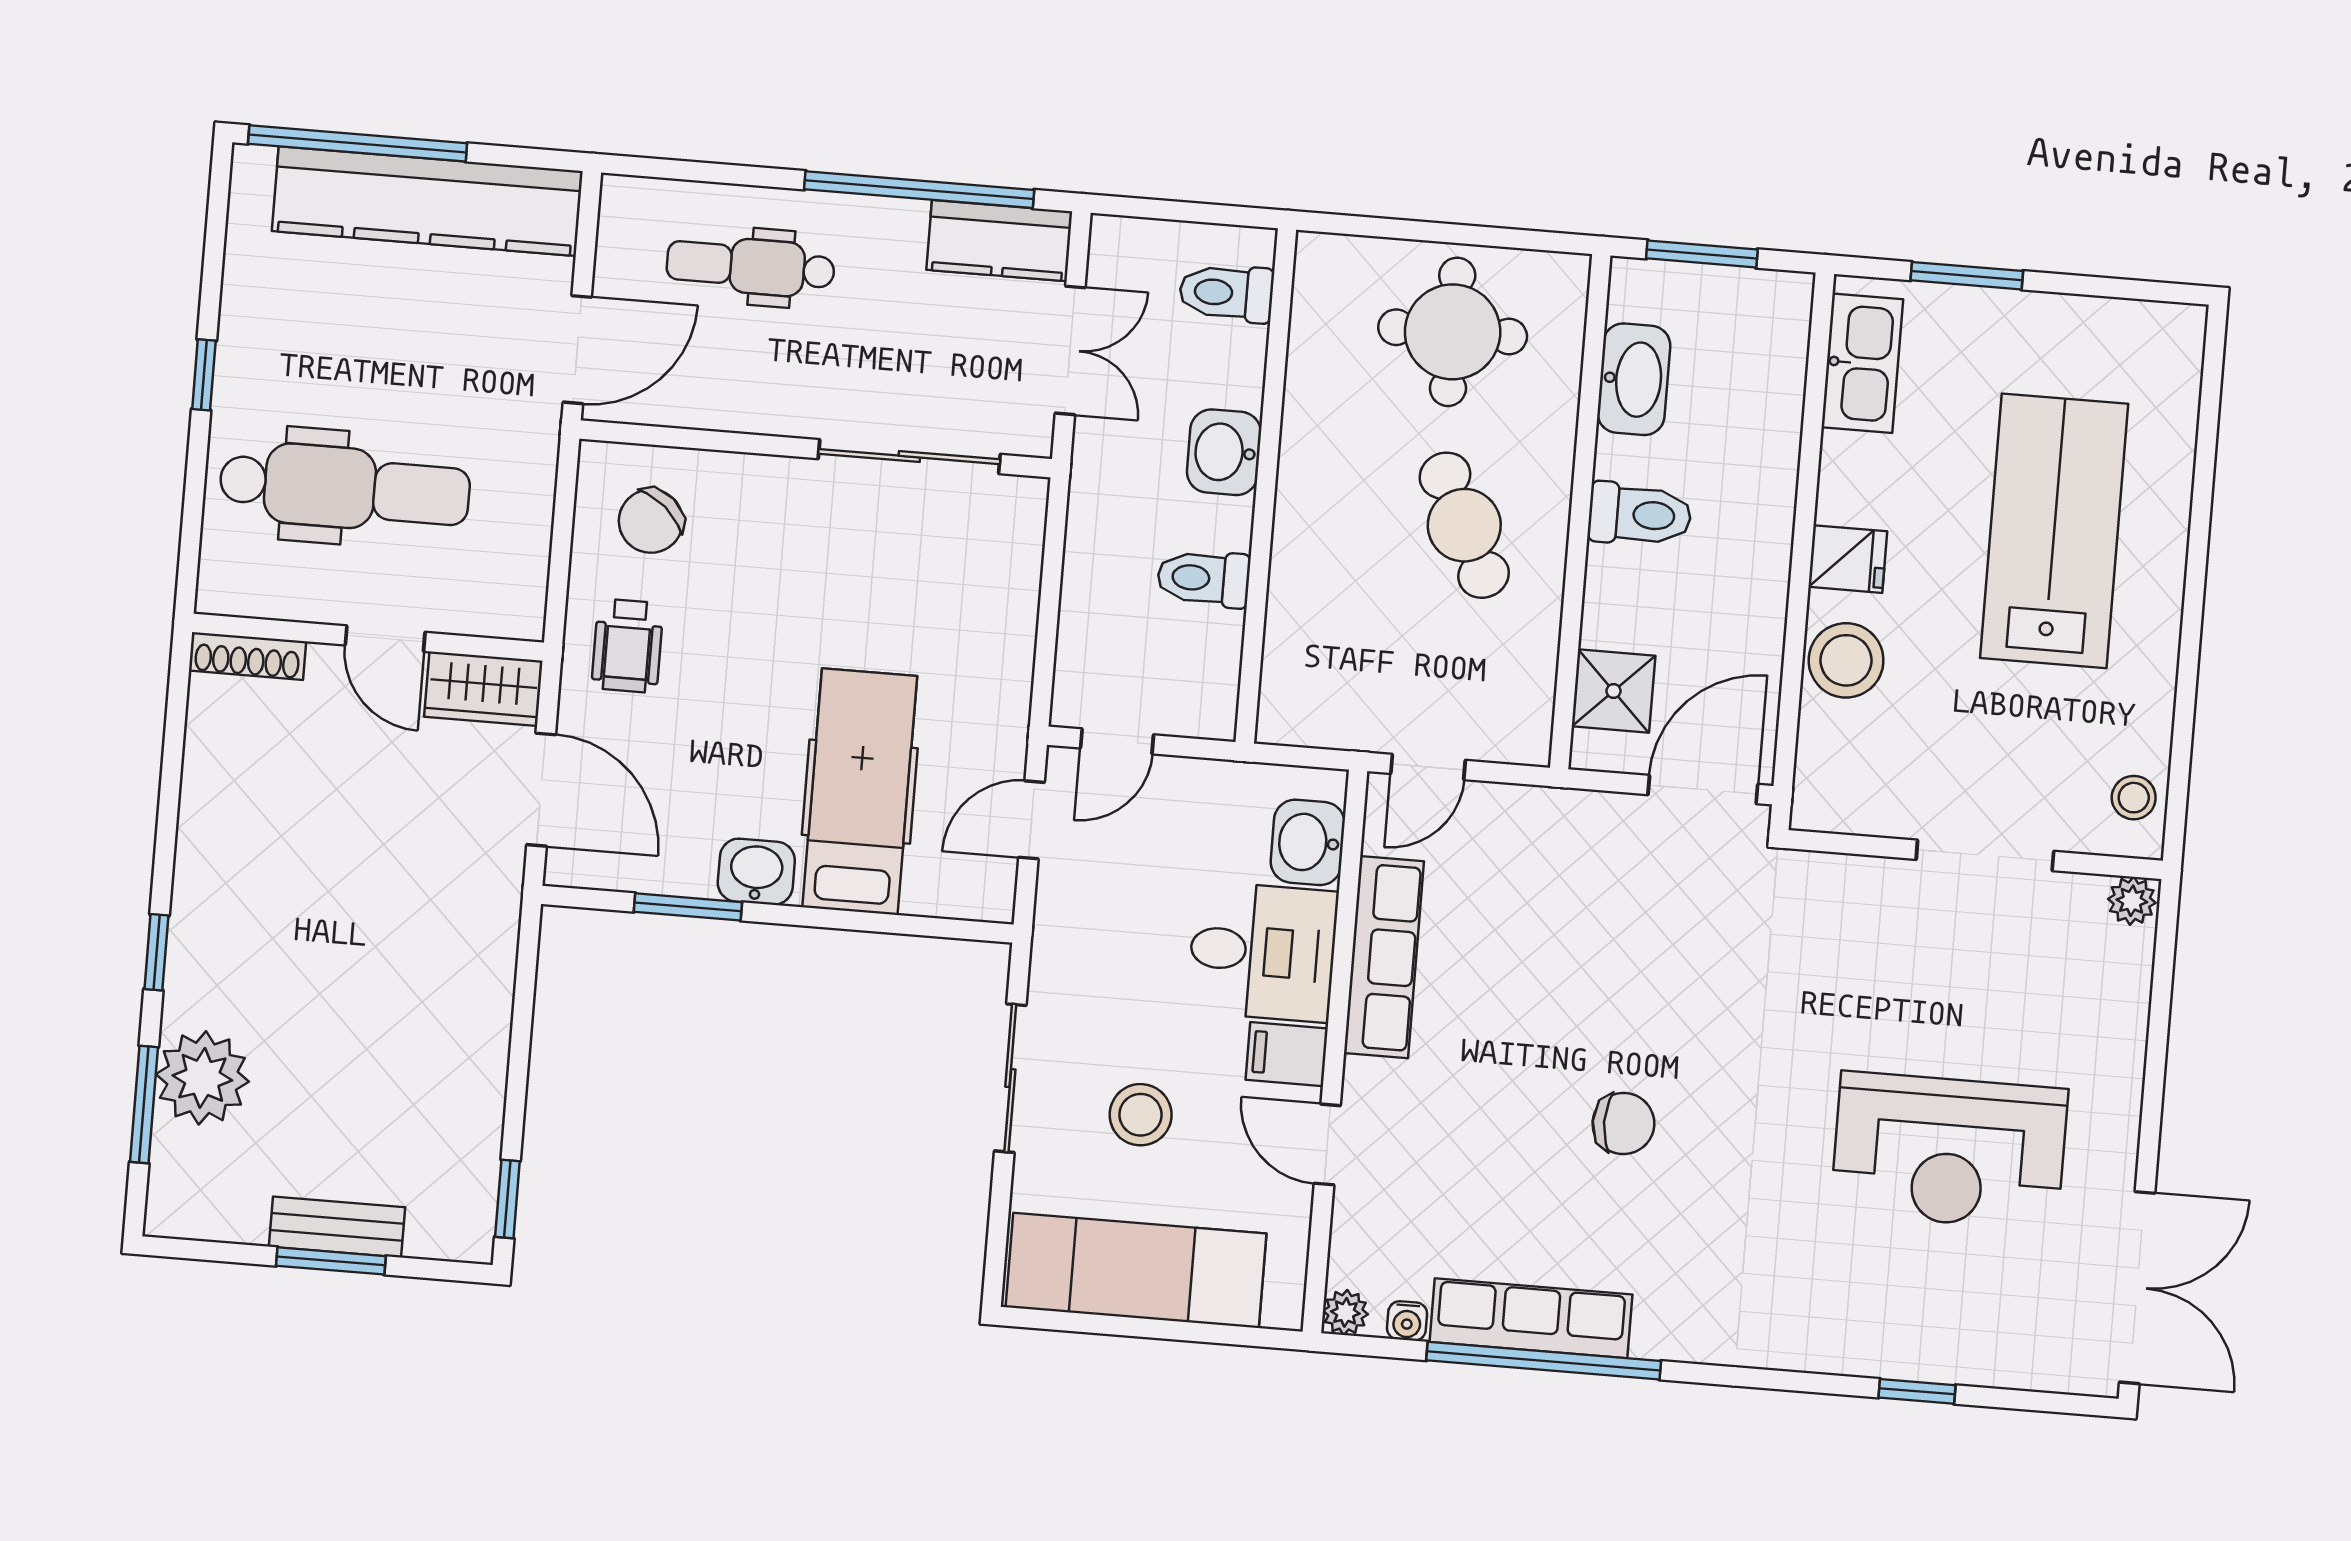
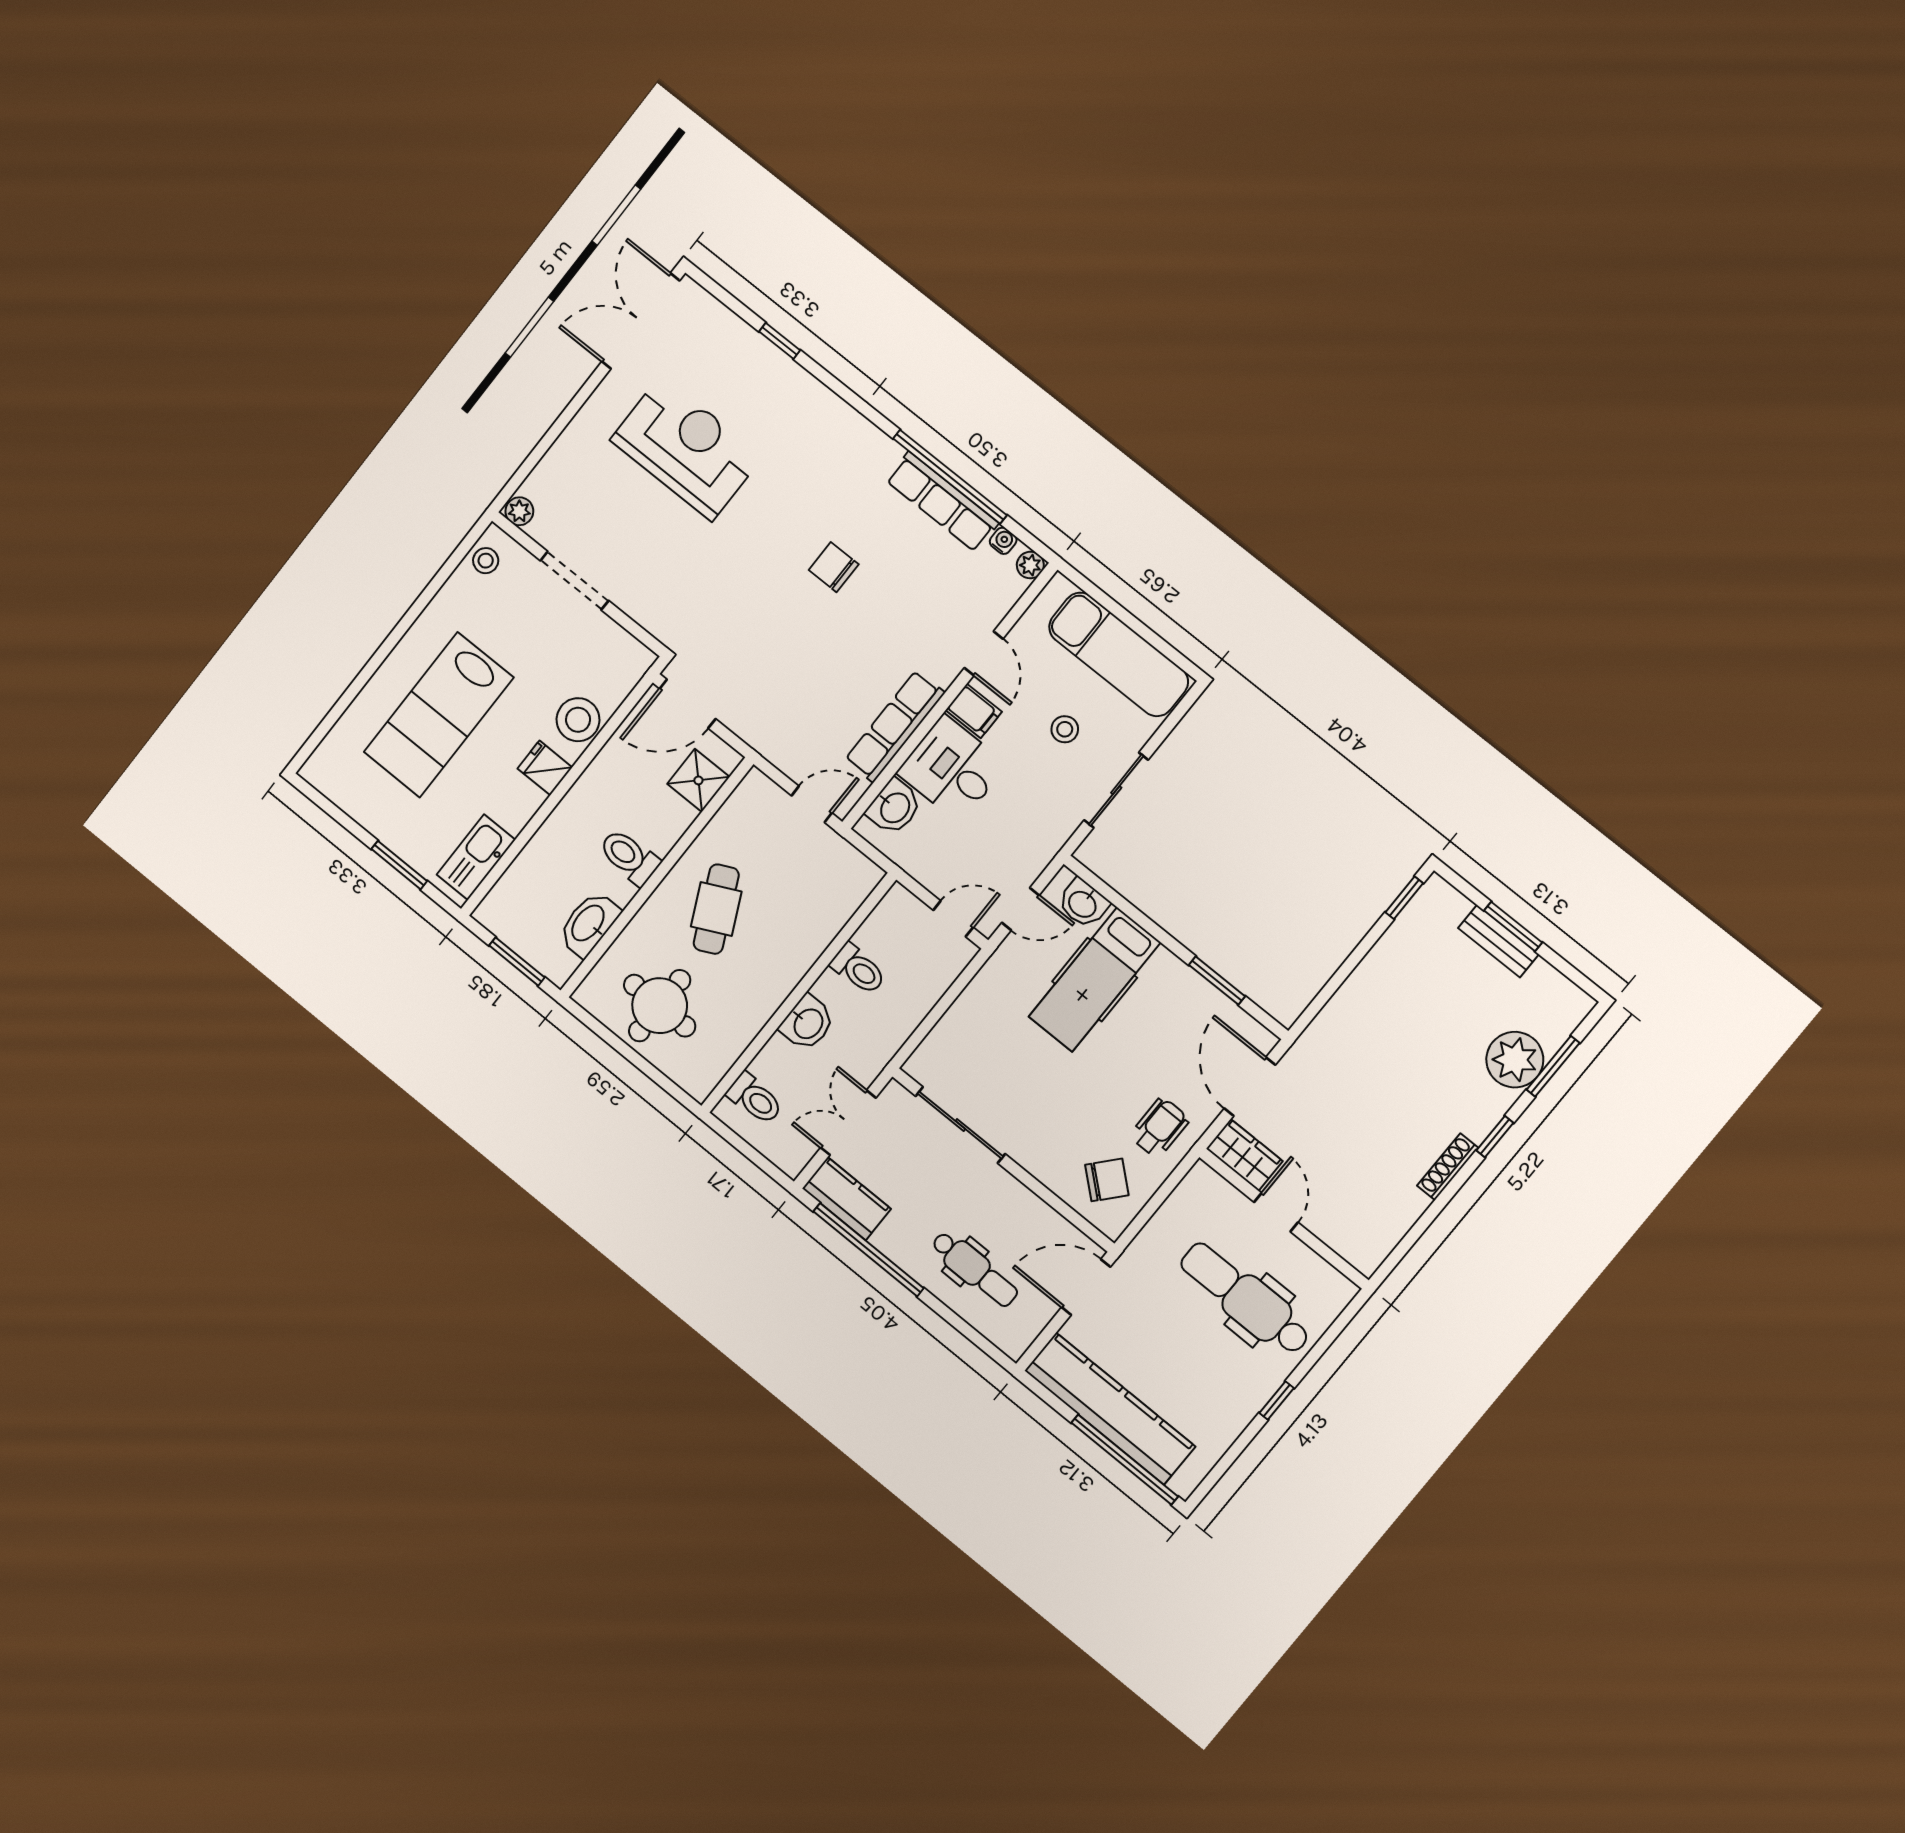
shoe rack: (247, 656) -> (1448, 1167), moved, turned -90
washbasin: (756, 872) -> (1083, 903), moved
stool: (1141, 1115) -> (1065, 729), width x0.73, depth x0.73

